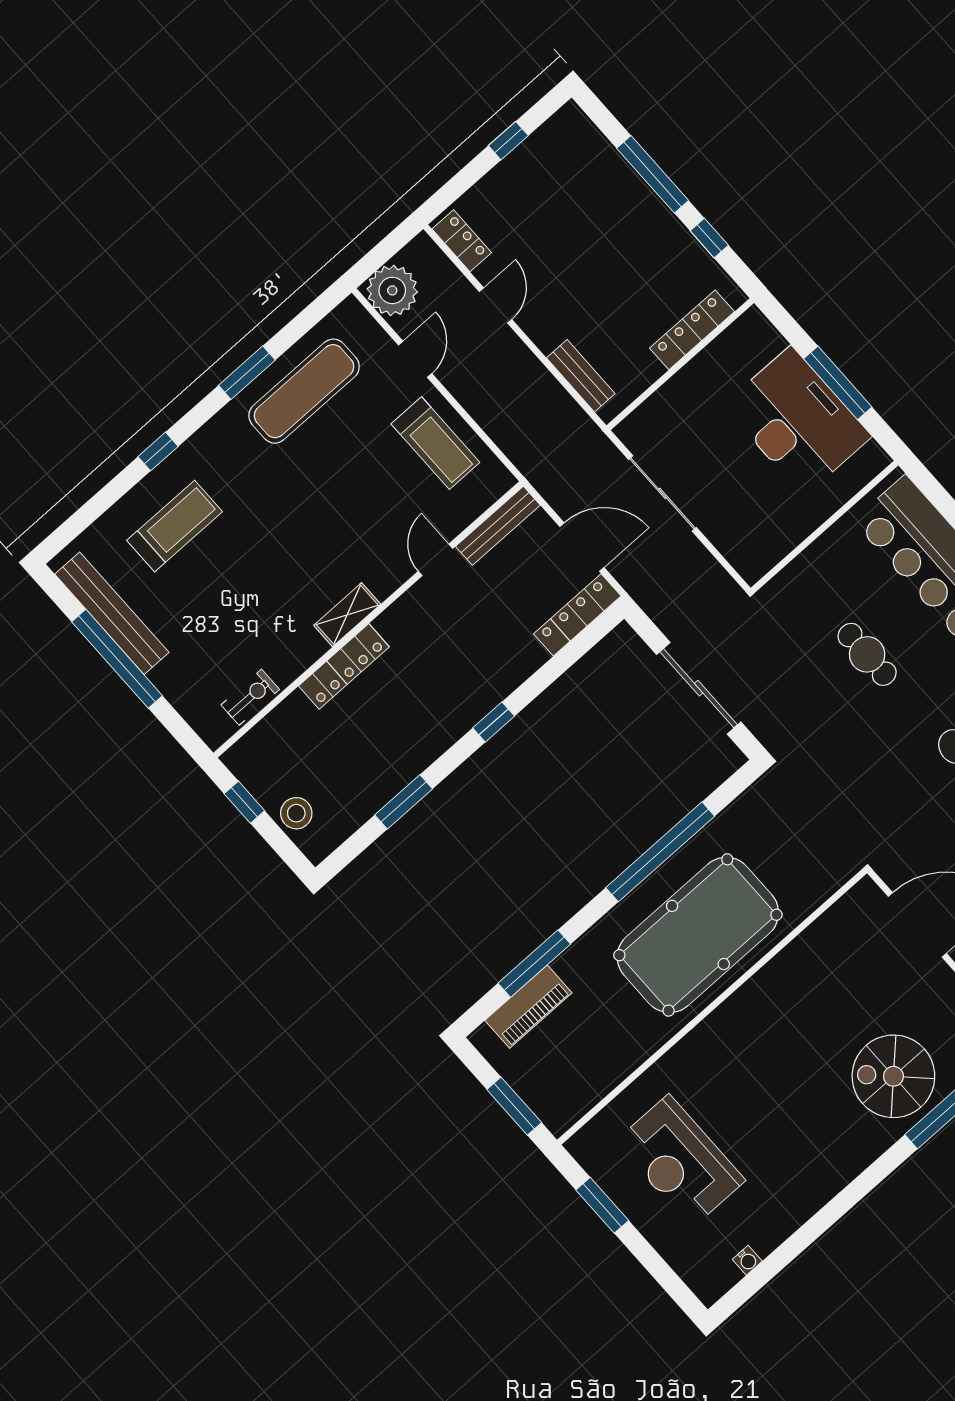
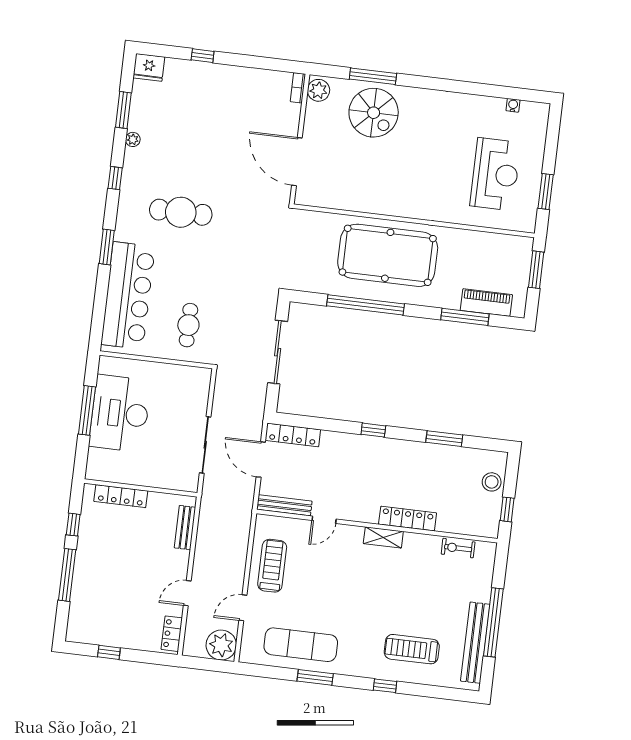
cafe table: (867, 654) -> (188, 325), moved

